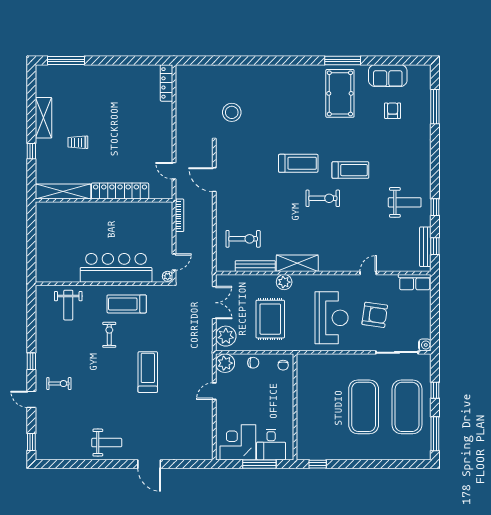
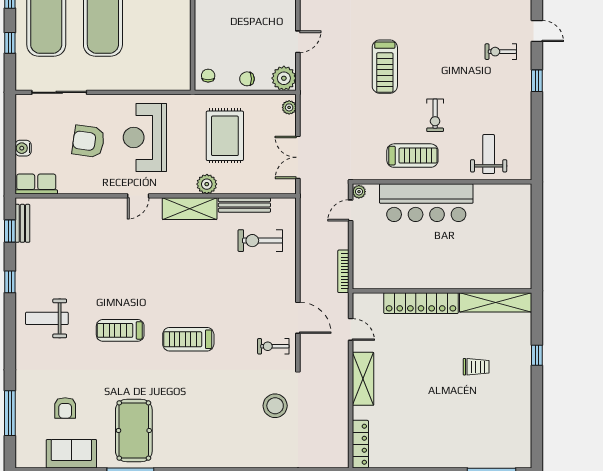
shelving: (44, 118) -> (363, 379), moved
exercise bike: (323, 198) -> (273, 346), moved, width x0.73, depth x0.72
weight bench: (405, 202) -> (47, 318), moved
bench: (425, 247) -> (22, 223), width x0.73
door: (368, 273) -> (138, 196), moved
plant: (226, 336) -> (289, 107), width x0.53, depth x0.53
water cooler: (425, 345) -> (23, 148), moved

